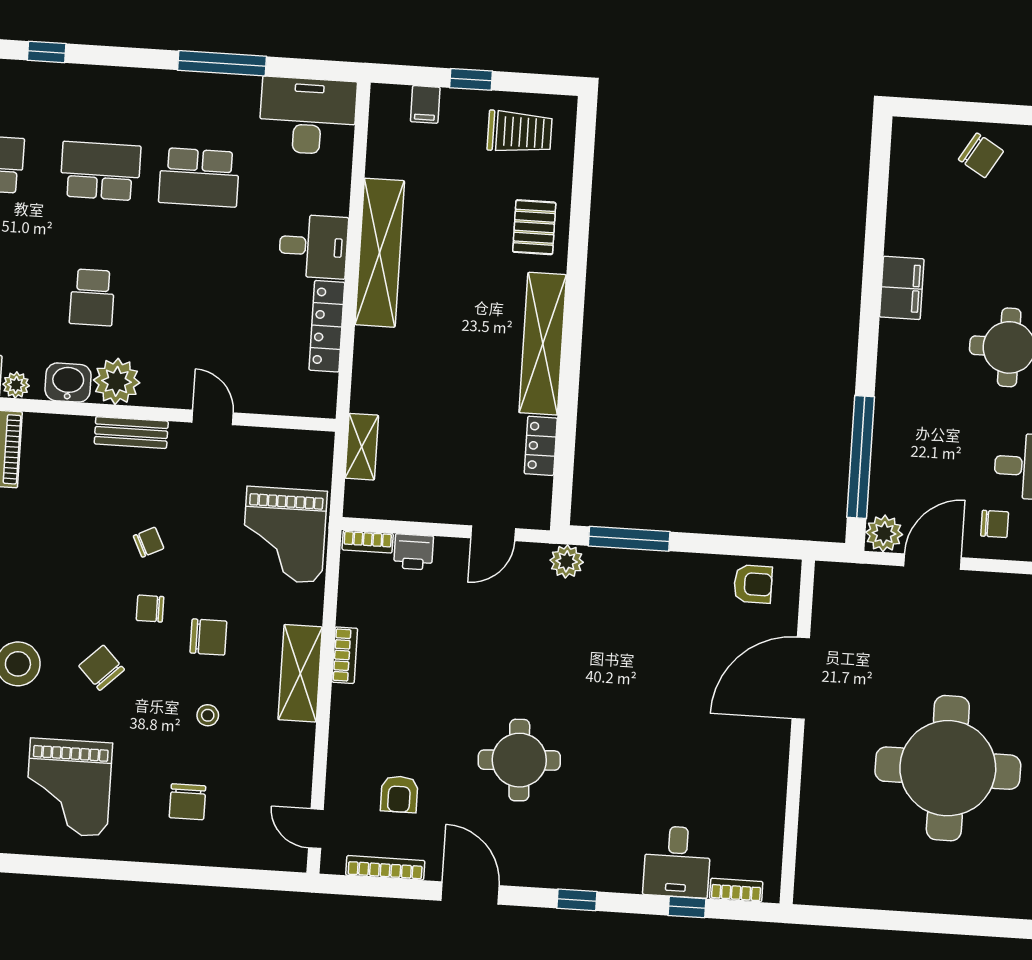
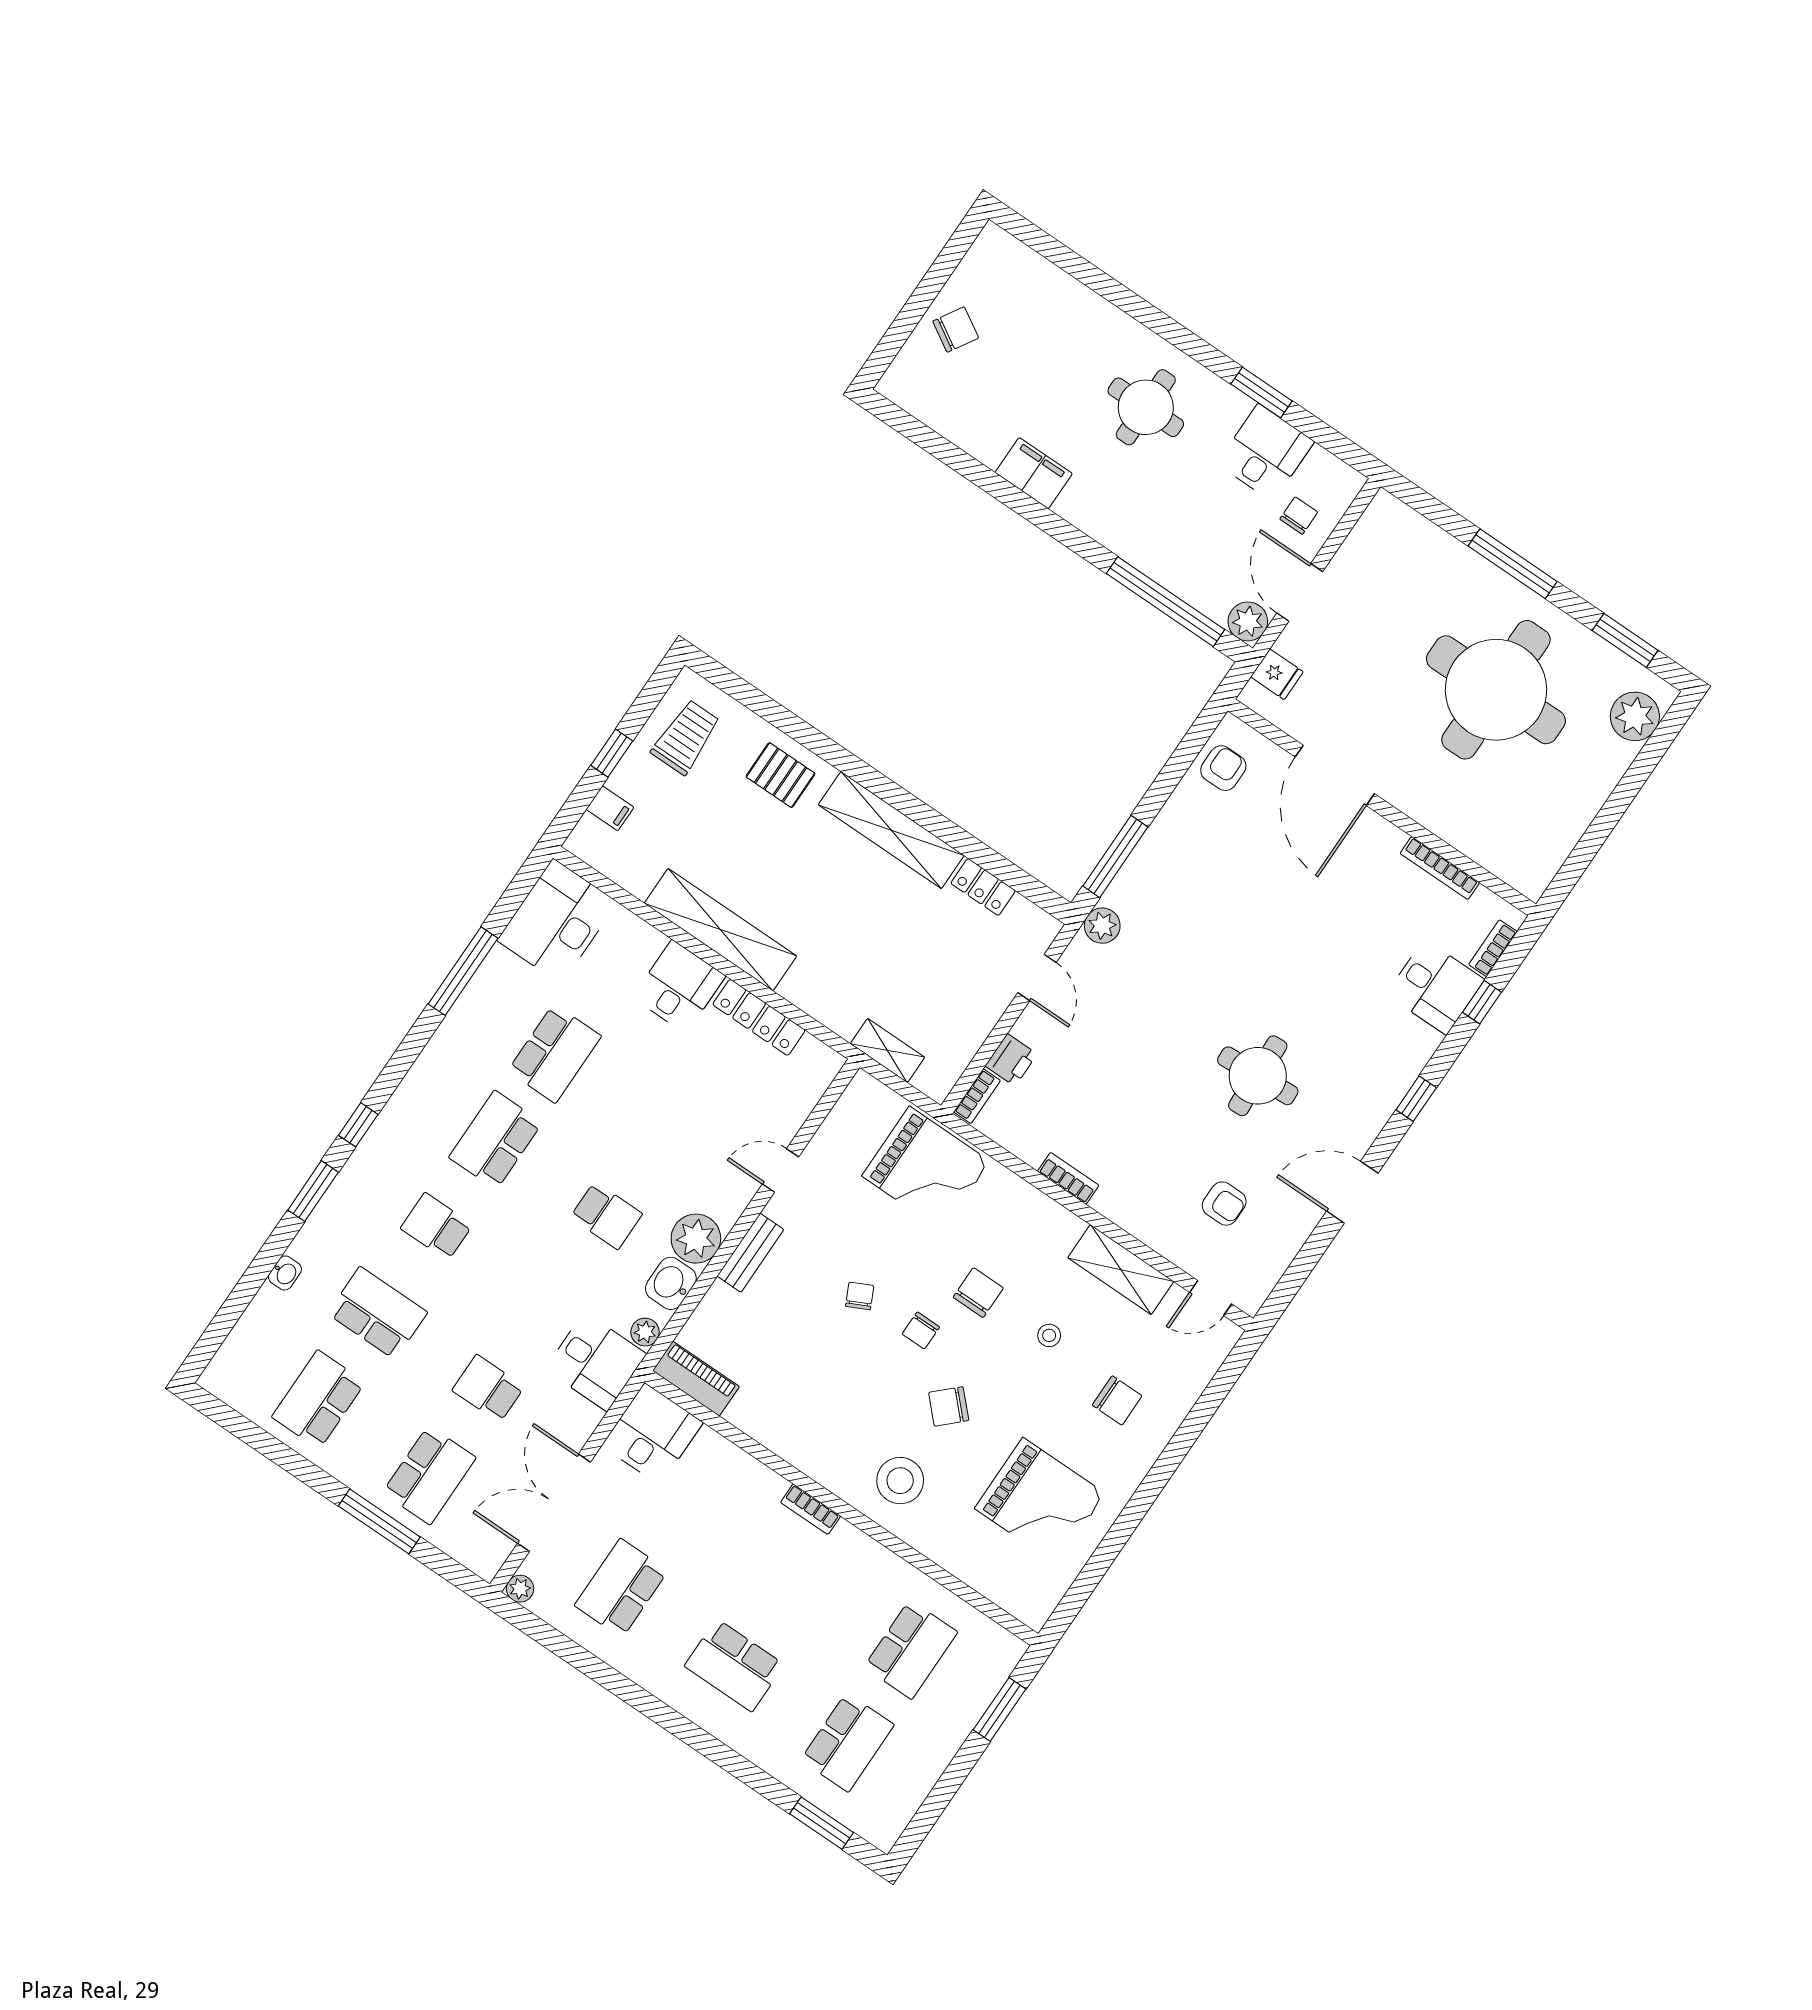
fridge: (855, 582) -> (1277, 674), added
shelving: (300, 673) -> (1121, 1270), moved
bookcase: (385, 868) -> (1440, 868), moved, turned -90
plant: (993, 894) -> (1635, 716), added

